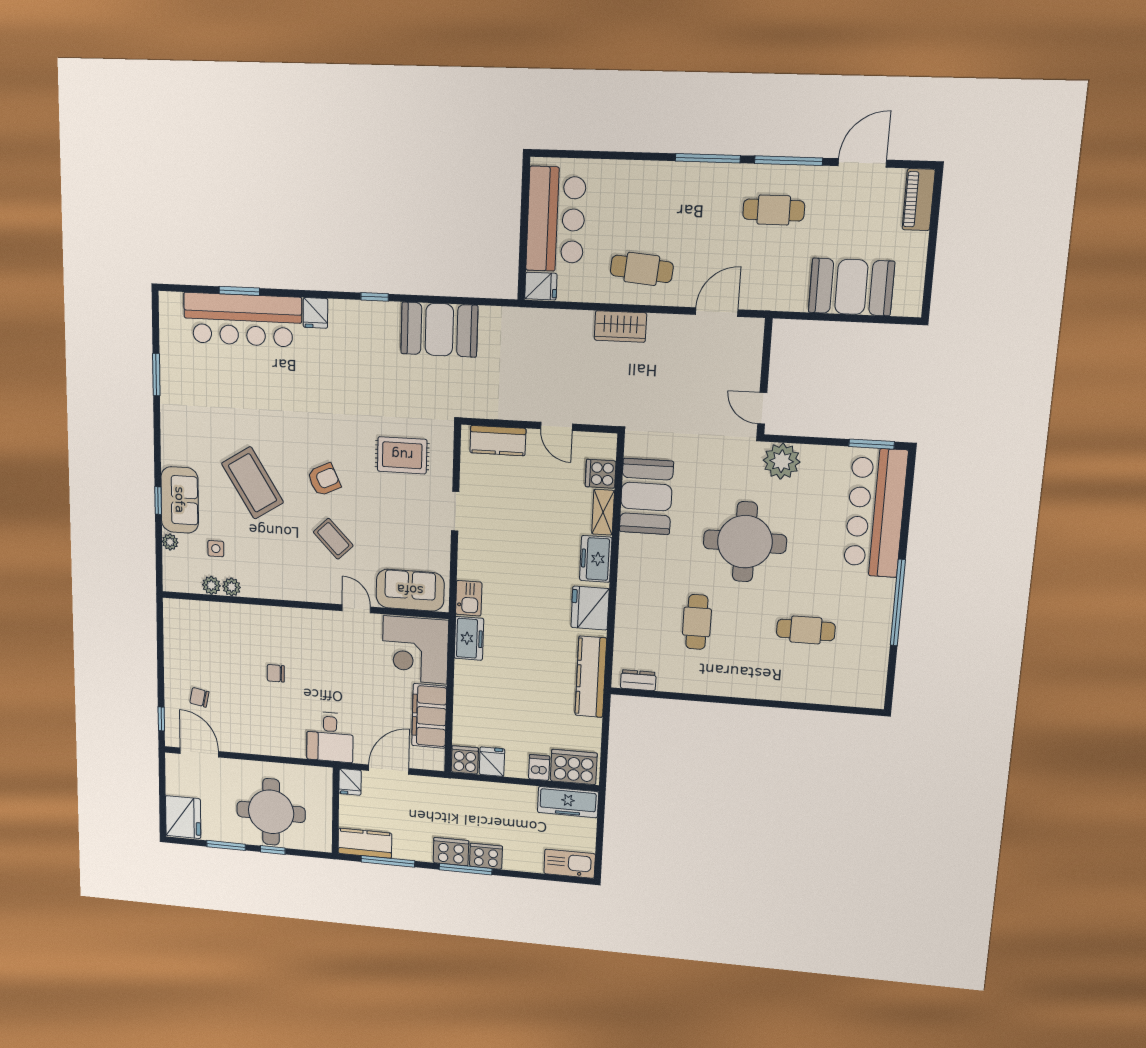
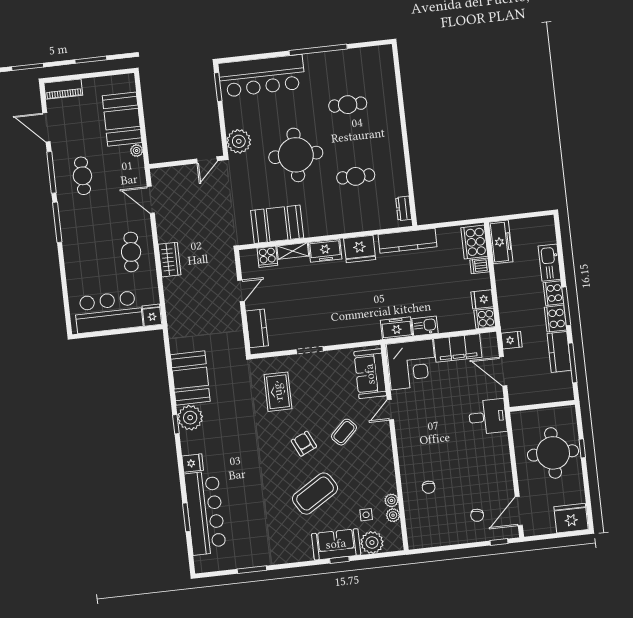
plant: (797, 302) -> (137, 151), added
plant: (382, 320) -> (190, 418), added
plant: (170, 542) -> (372, 543), width x1.88, depth x1.88
kitchen sink: (469, 598) -> (425, 326), moved
cafe table: (806, 630) -> (348, 105), turned 90
chair: (276, 673) -> (429, 487), moved
fridge: (350, 782) -> (512, 340), moved
kitchen counter: (365, 843) -> (559, 352), moved
window: (226, 845) -> (586, 484), removed
kitchen sink: (570, 864) -> (549, 263), moved

